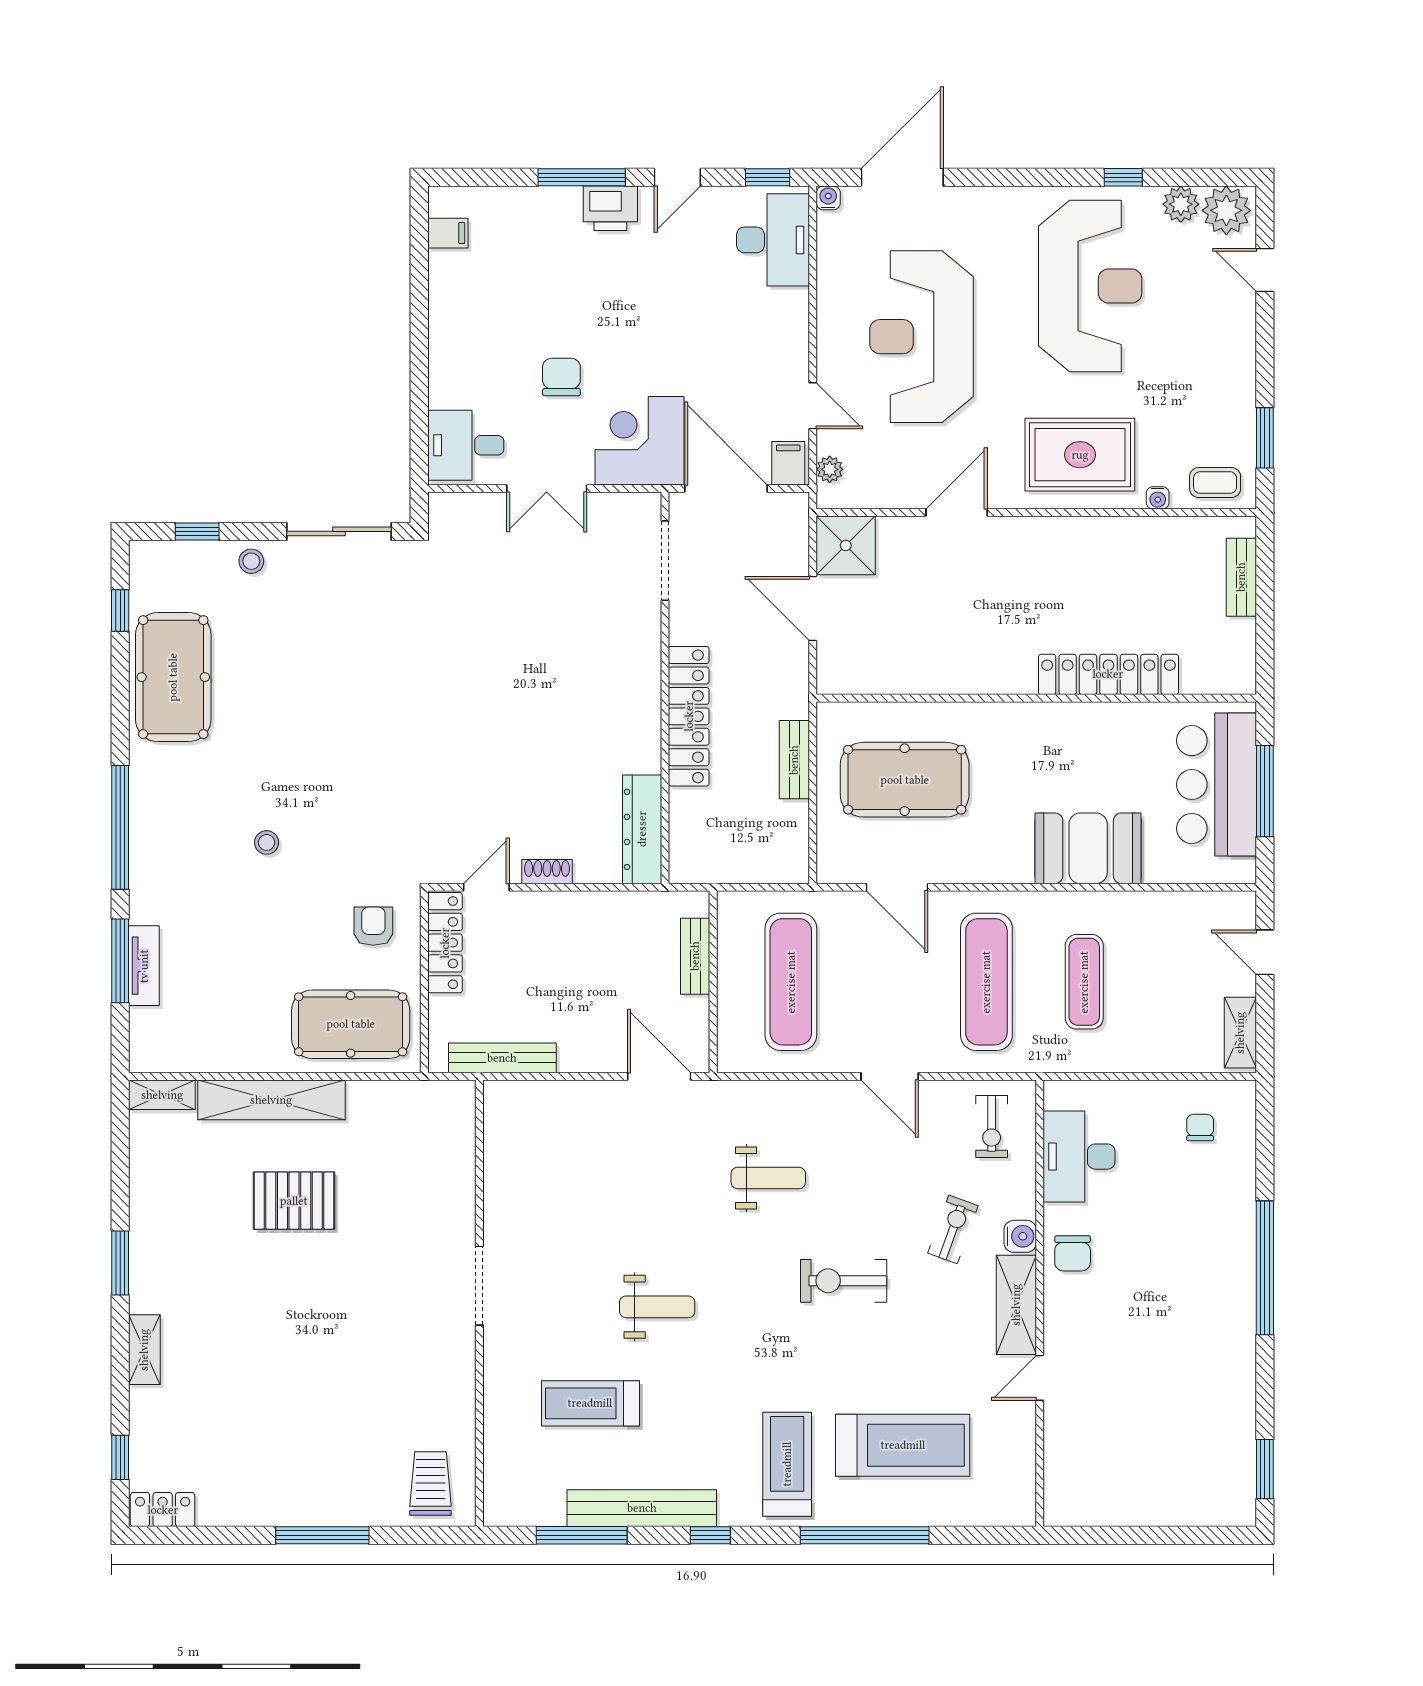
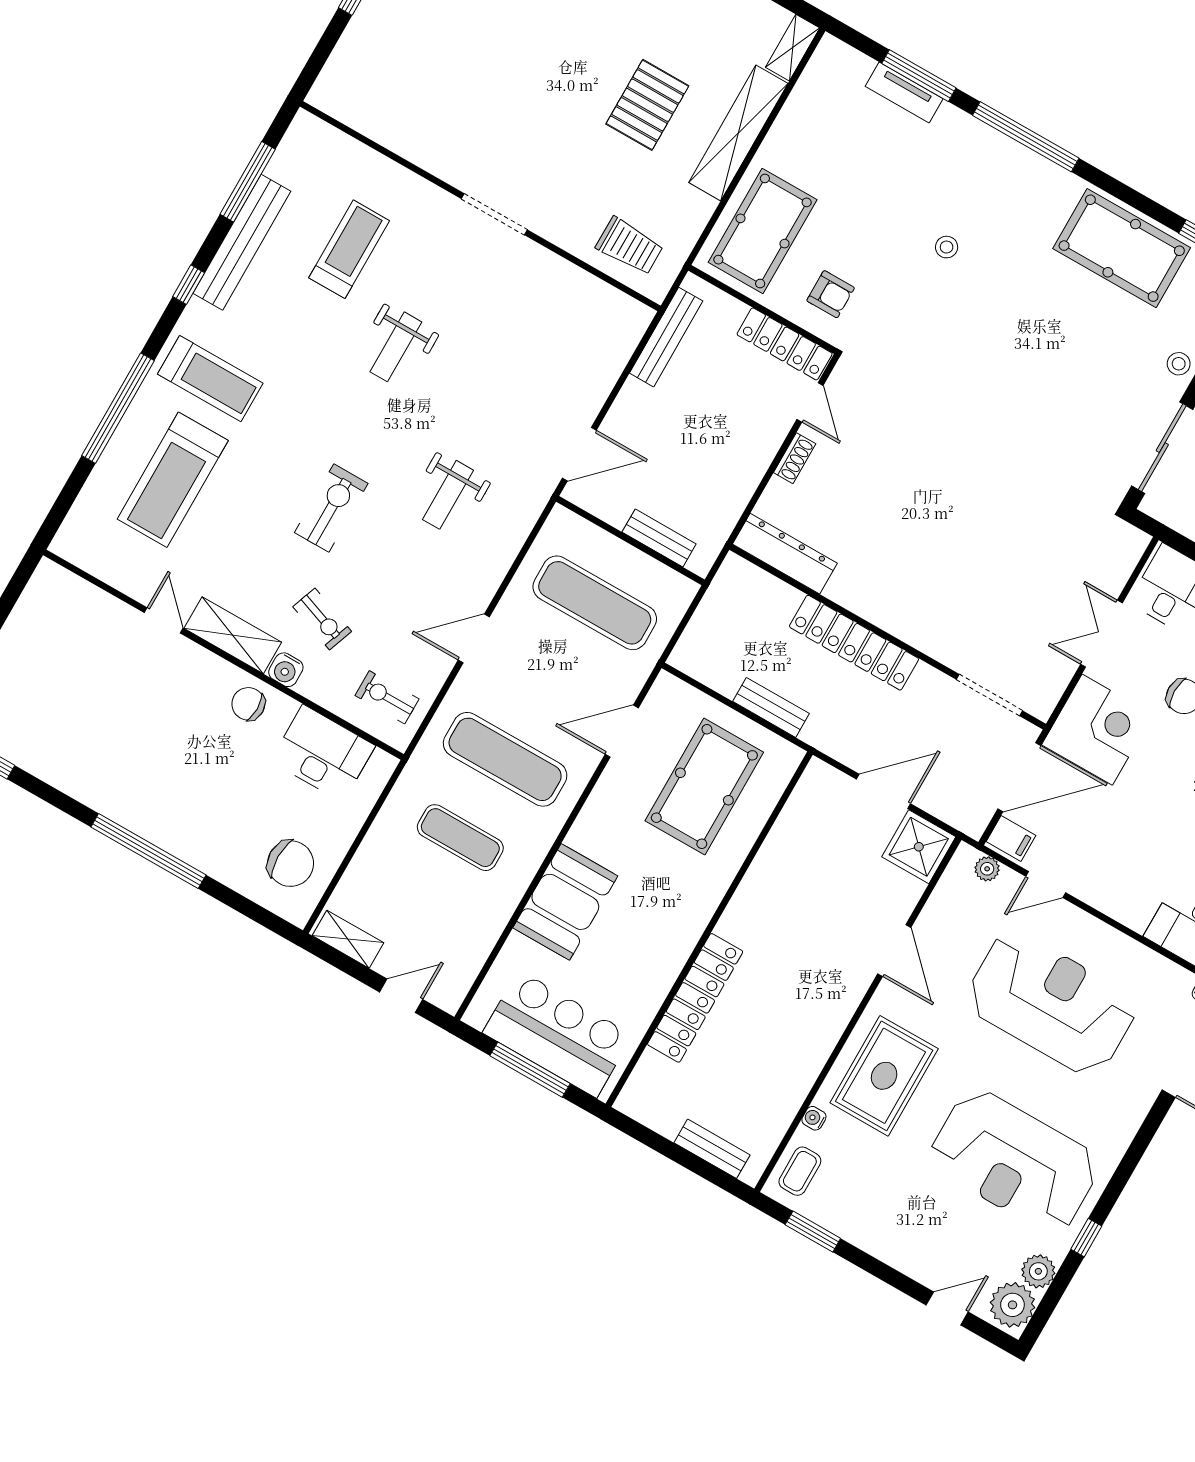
chair: (1200, 1127) -> (291, 864), width x1.87, depth x1.87
trolley: (431, 1484) -> (630, 246), moved

